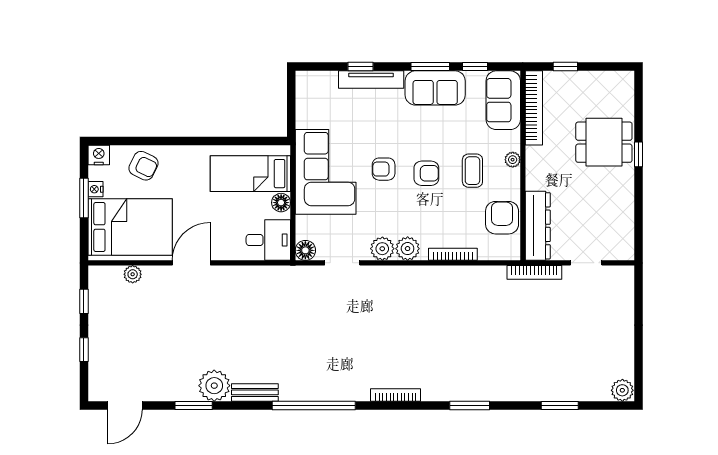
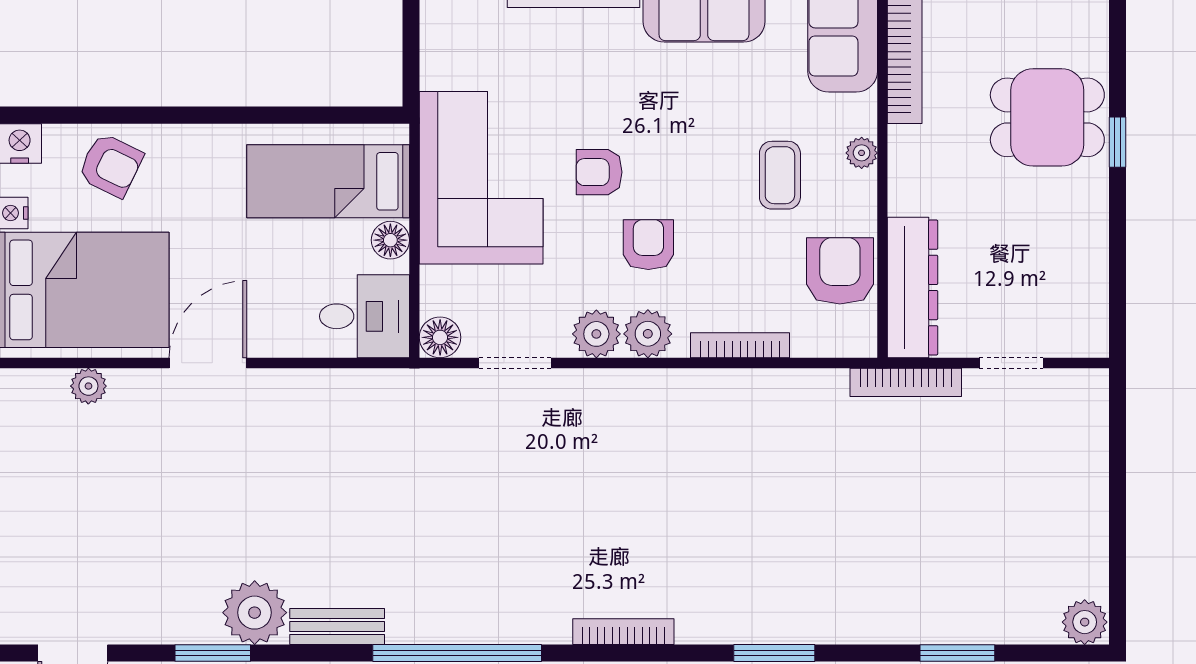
armchair: (426, 173) -> (648, 245), moved, turned -90

